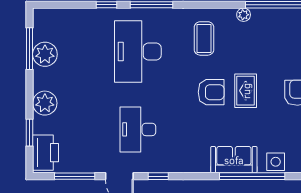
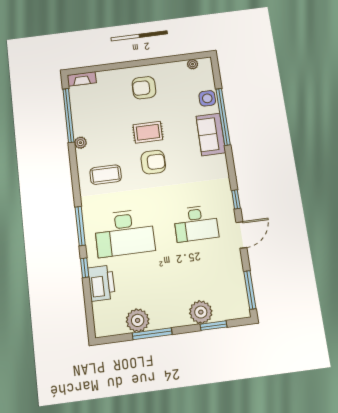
window: (29, 49) -> (152, 334), moved
armchair: (211, 92) -> (153, 162), turned 90
plant: (45, 103) -> (201, 312), moved
printer: (46, 153) -> (101, 283), moved, turned 90
window: (75, 176) -> (250, 290), moved

